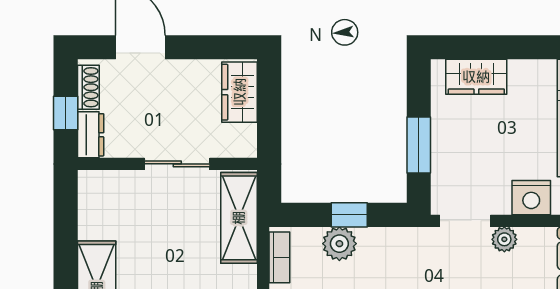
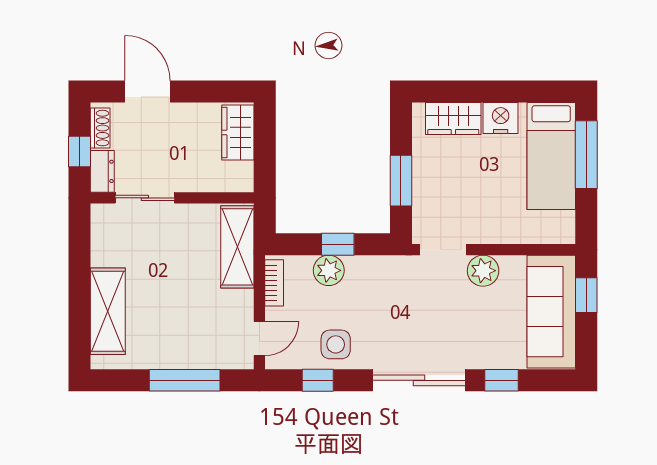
sliding door: (177, 164) -> (145, 198), moved
nightstand: (531, 198) -> (501, 118), moved, turned 180
plant: (504, 239) -> (483, 271), width x1.38, depth x1.38

